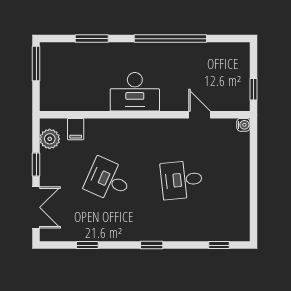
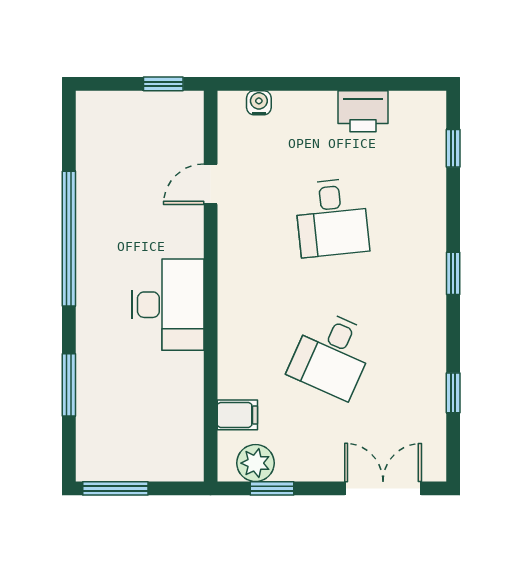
water cooler: (243, 125) -> (259, 103), moved
window: (36, 164) -> (272, 488), moved
printer: (239, 197) -> (363, 111), added

